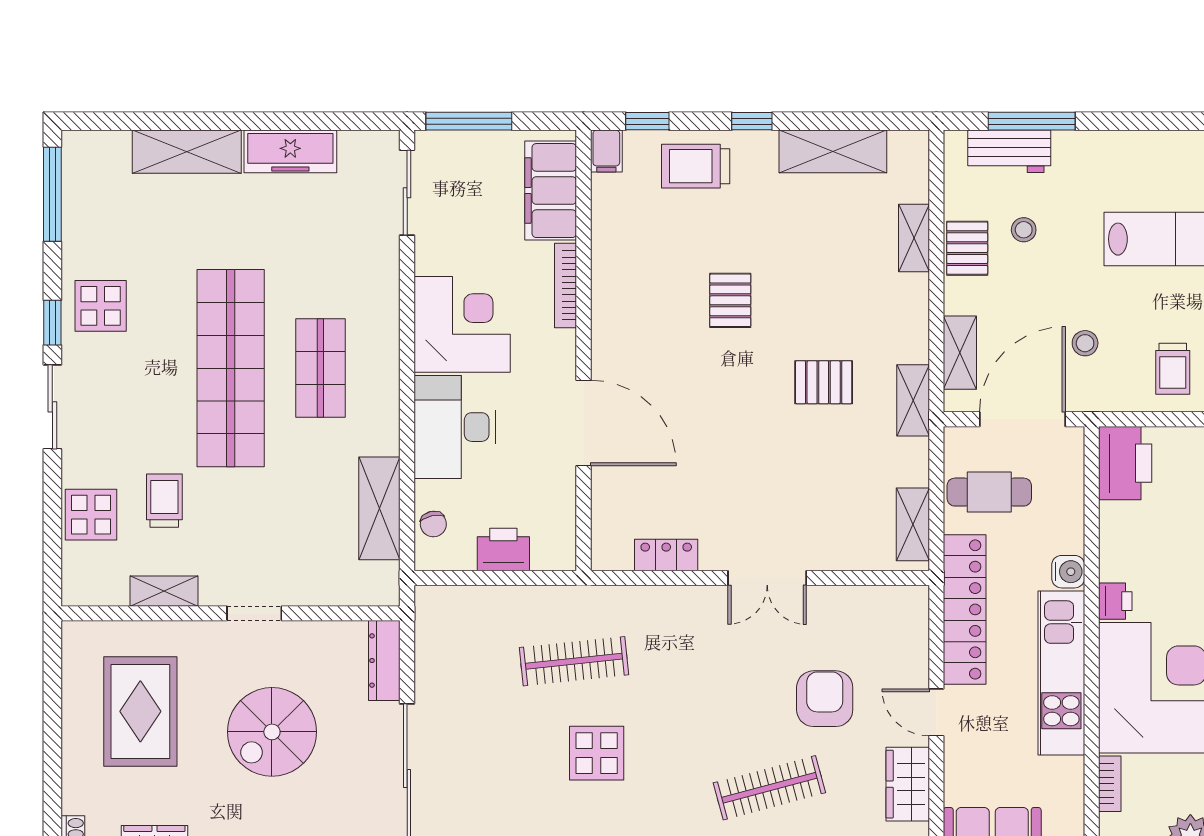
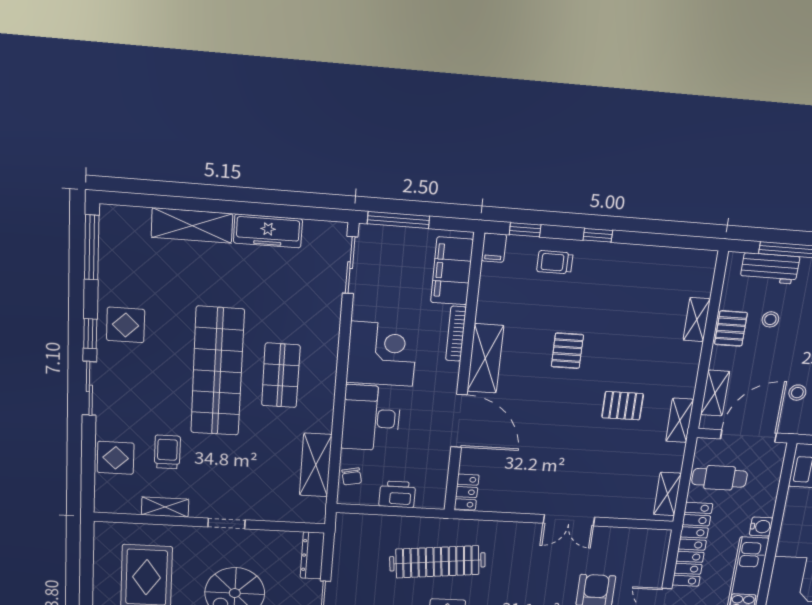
shelving: (833, 151) -> (485, 358), moved, turned 90
trolley: (696, 166) -> (555, 262), width x0.73, depth x0.72
locker: (666, 555) -> (467, 492), moved, turned 90
printer: (1115, 601) -> (787, 545), removed
clothes rail: (574, 661) -> (437, 562), width x1.37, depth x1.31

